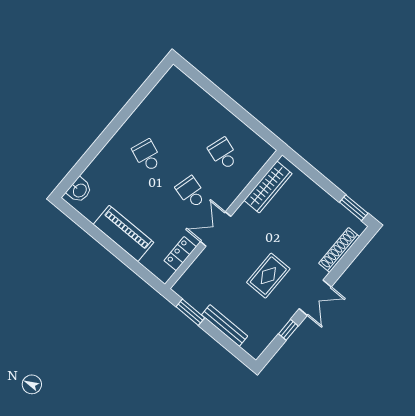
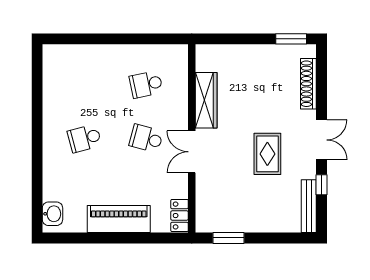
school desk: (223, 154) -> (146, 84), turned -30
school desk: (147, 156) -> (84, 138), turned -36
wardrobe: (268, 187) -> (206, 100), moved
locker: (180, 254) -> (180, 216), moved
bench: (225, 325) -> (309, 206), moved, turned 90

